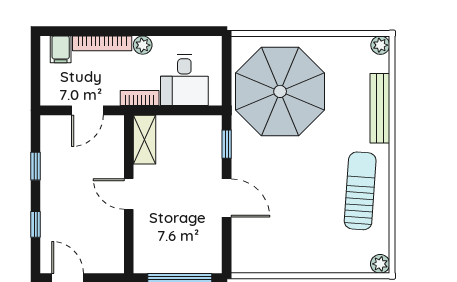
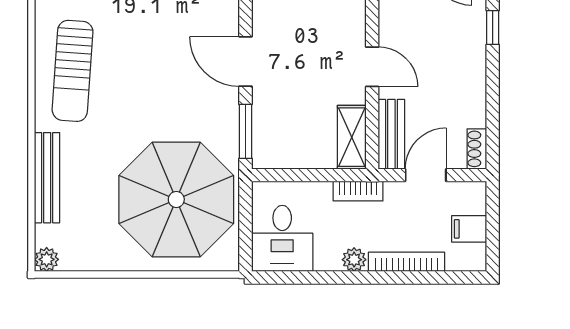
filing cabinet: (61, 49) -> (469, 229), moved, turned -90
desk: (184, 80) -> (282, 238), moved, turned 180
shoe rack: (48, 131) -> (477, 149), added
bench: (114, 142) -> (391, 134), added
window: (227, 144) -> (245, 131), width x1.50
window: (36, 166) -> (493, 103), removed

